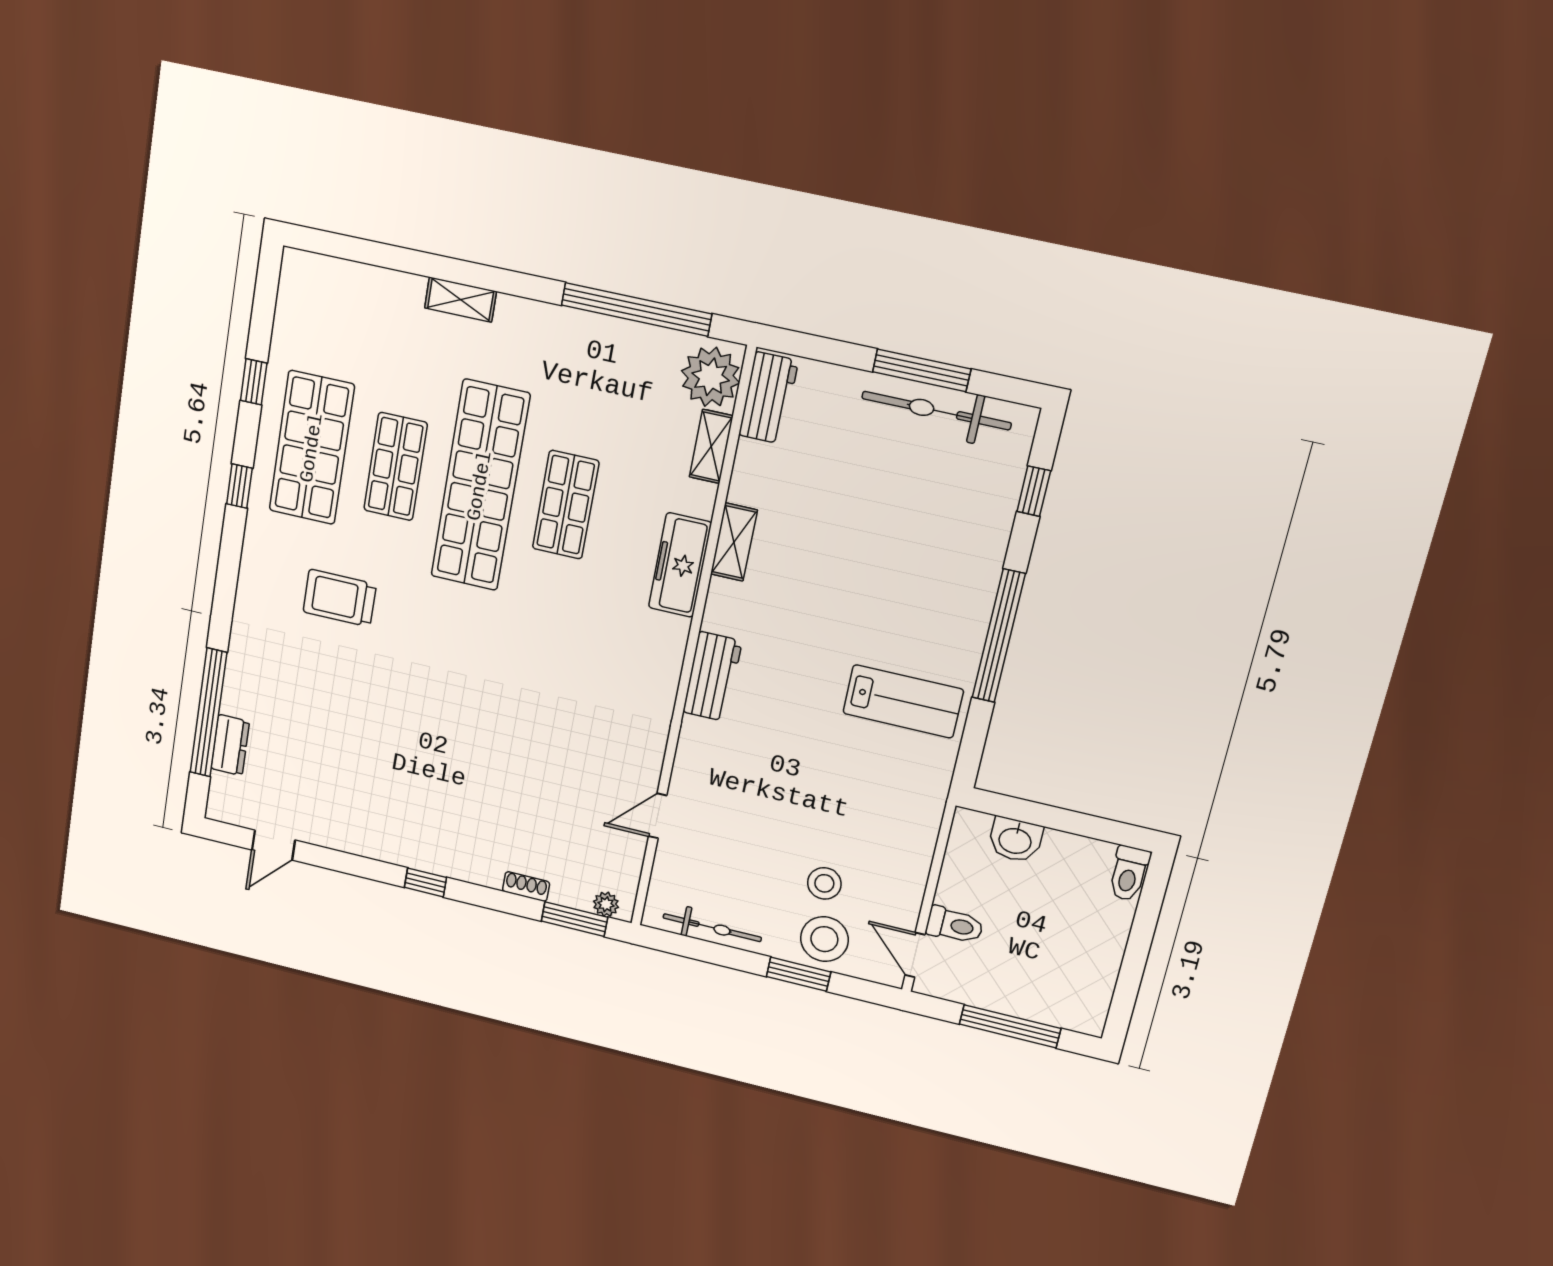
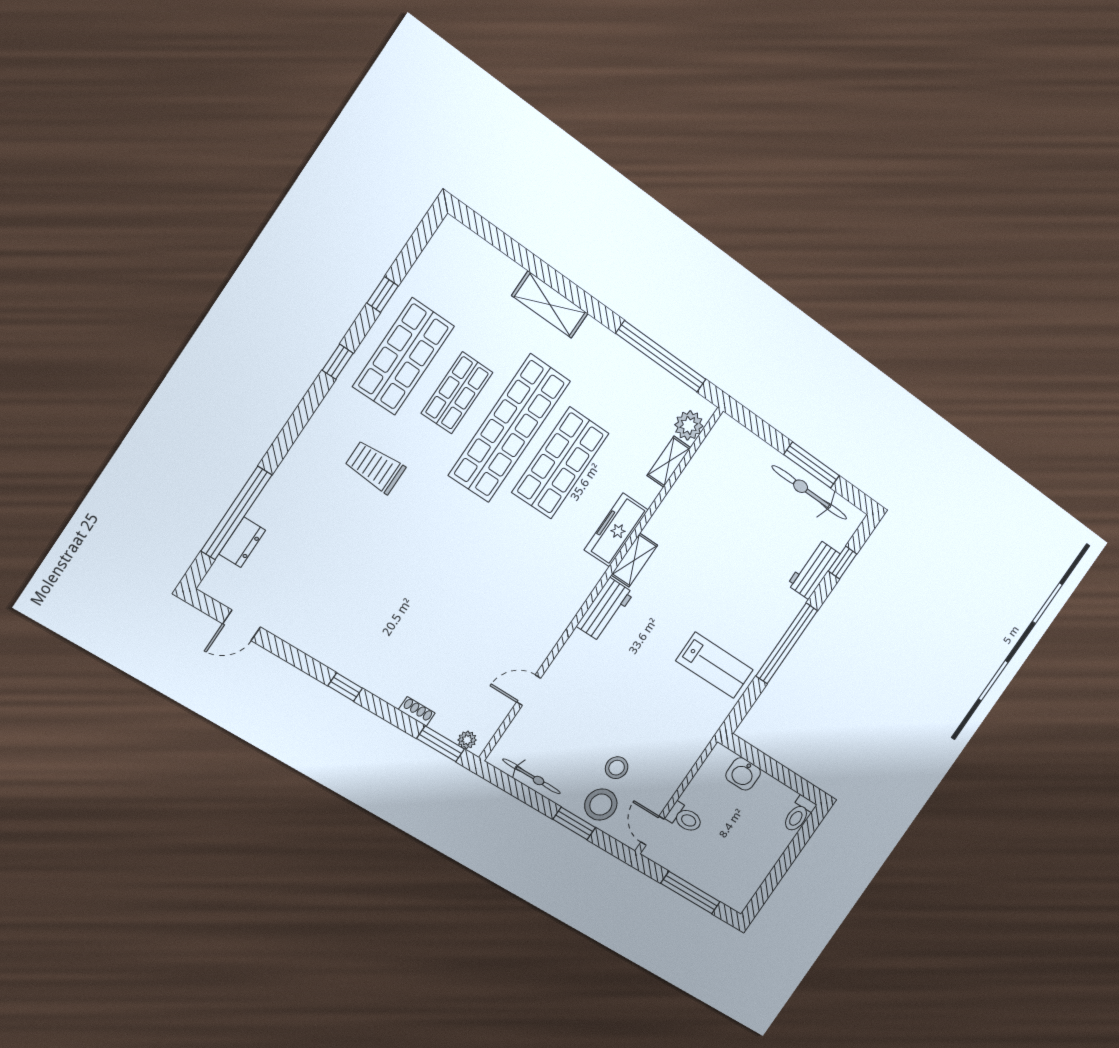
shelving: (461, 300) -> (550, 305), width x1.50, depth x1.33
plant: (711, 377) -> (689, 425), width x0.73, depth x0.73
workbench: (768, 398) -> (814, 569), moved, turned 180
shop shelf: (566, 505) -> (560, 463), width x1.43, depth x1.36
shelving: (734, 542) -> (634, 560), moved

